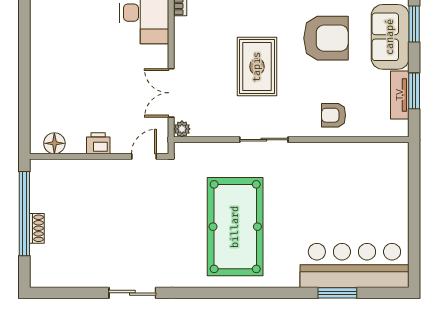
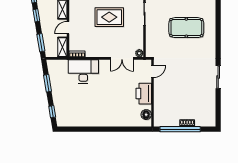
printer: (98, 143) -> (144, 94), width x1.87, depth x1.48
door: (144, 156) -> (153, 71), swing flipped
pool table: (235, 227) -> (186, 28), width x0.73, depth x0.76

